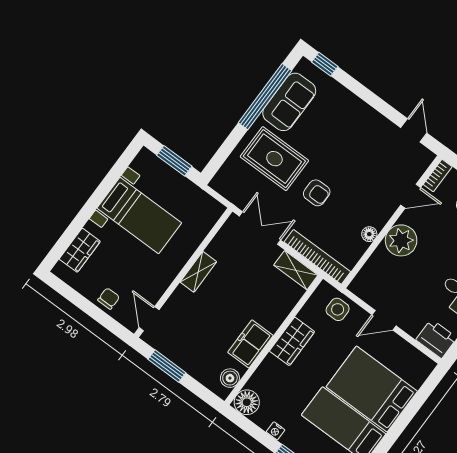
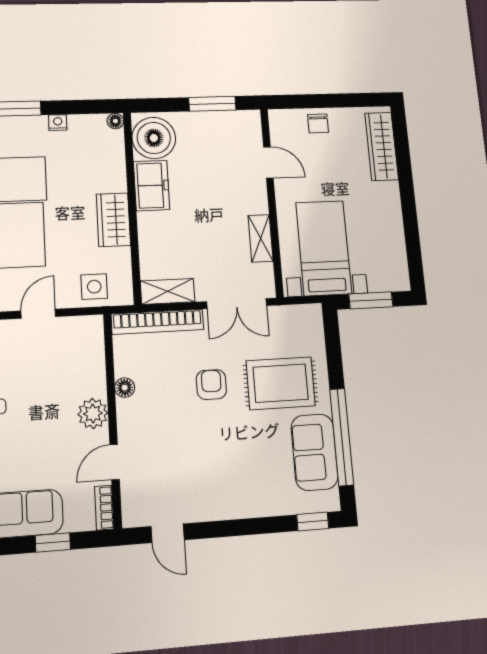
armchair: (317, 193) -> (211, 385), turned 90
bed with nightstands: (139, 216) -> (324, 248), moved, turned 90
plant: (401, 240) -> (93, 414), width x0.73, depth x0.73
wardrobe: (80, 250) -> (382, 146), width x1.50
shelving: (198, 272) -> (261, 238), moved
door: (149, 319) -> (268, 162), moved
boiler: (230, 378) -> (154, 138), width x1.86, depth x1.86
floor lamp: (247, 402) -> (115, 121), width x0.53, depth x0.53

